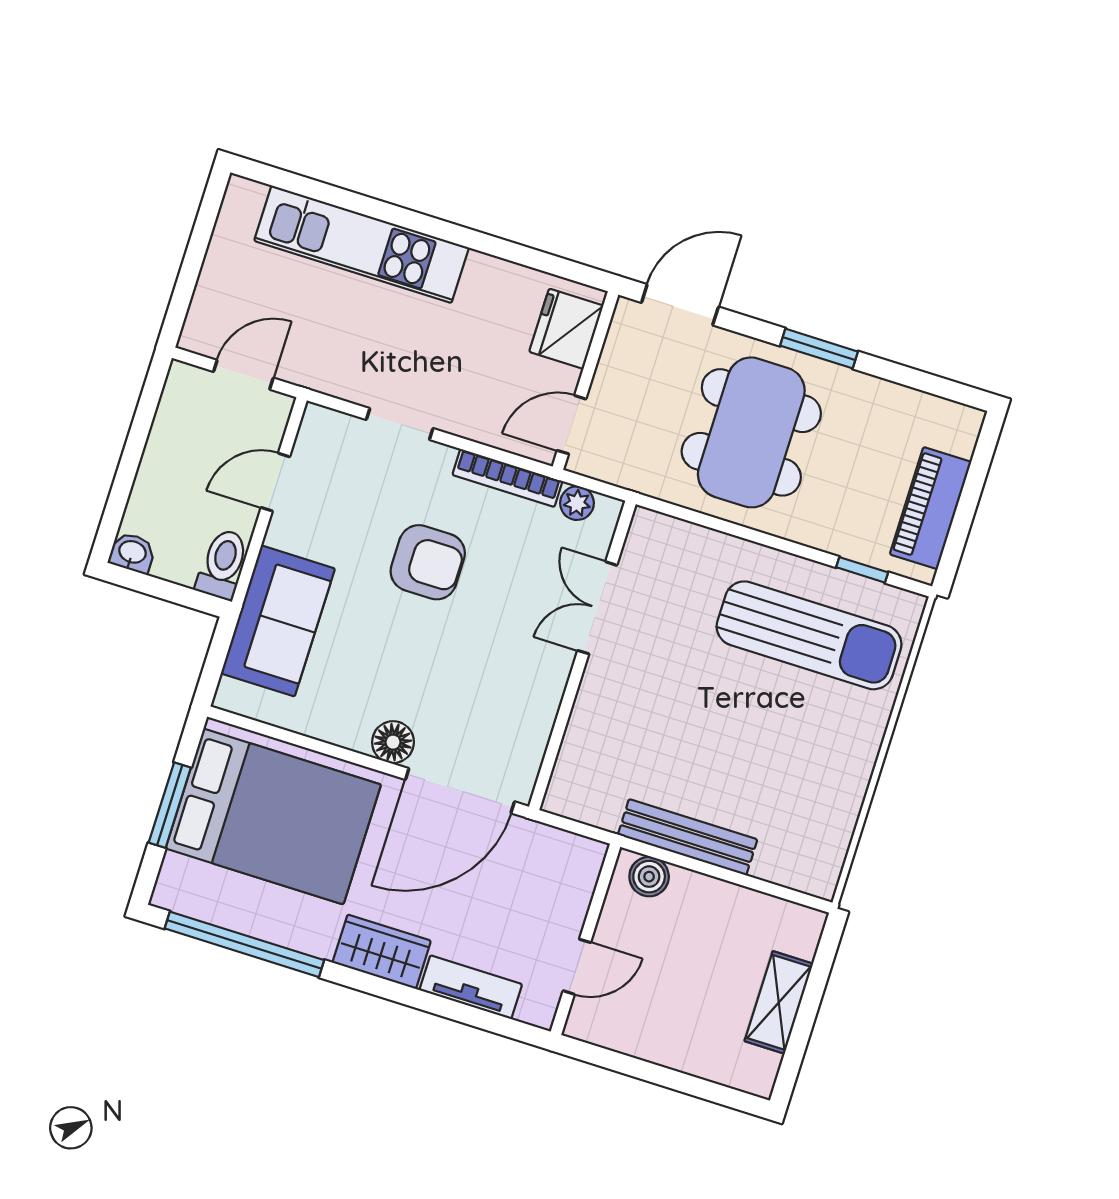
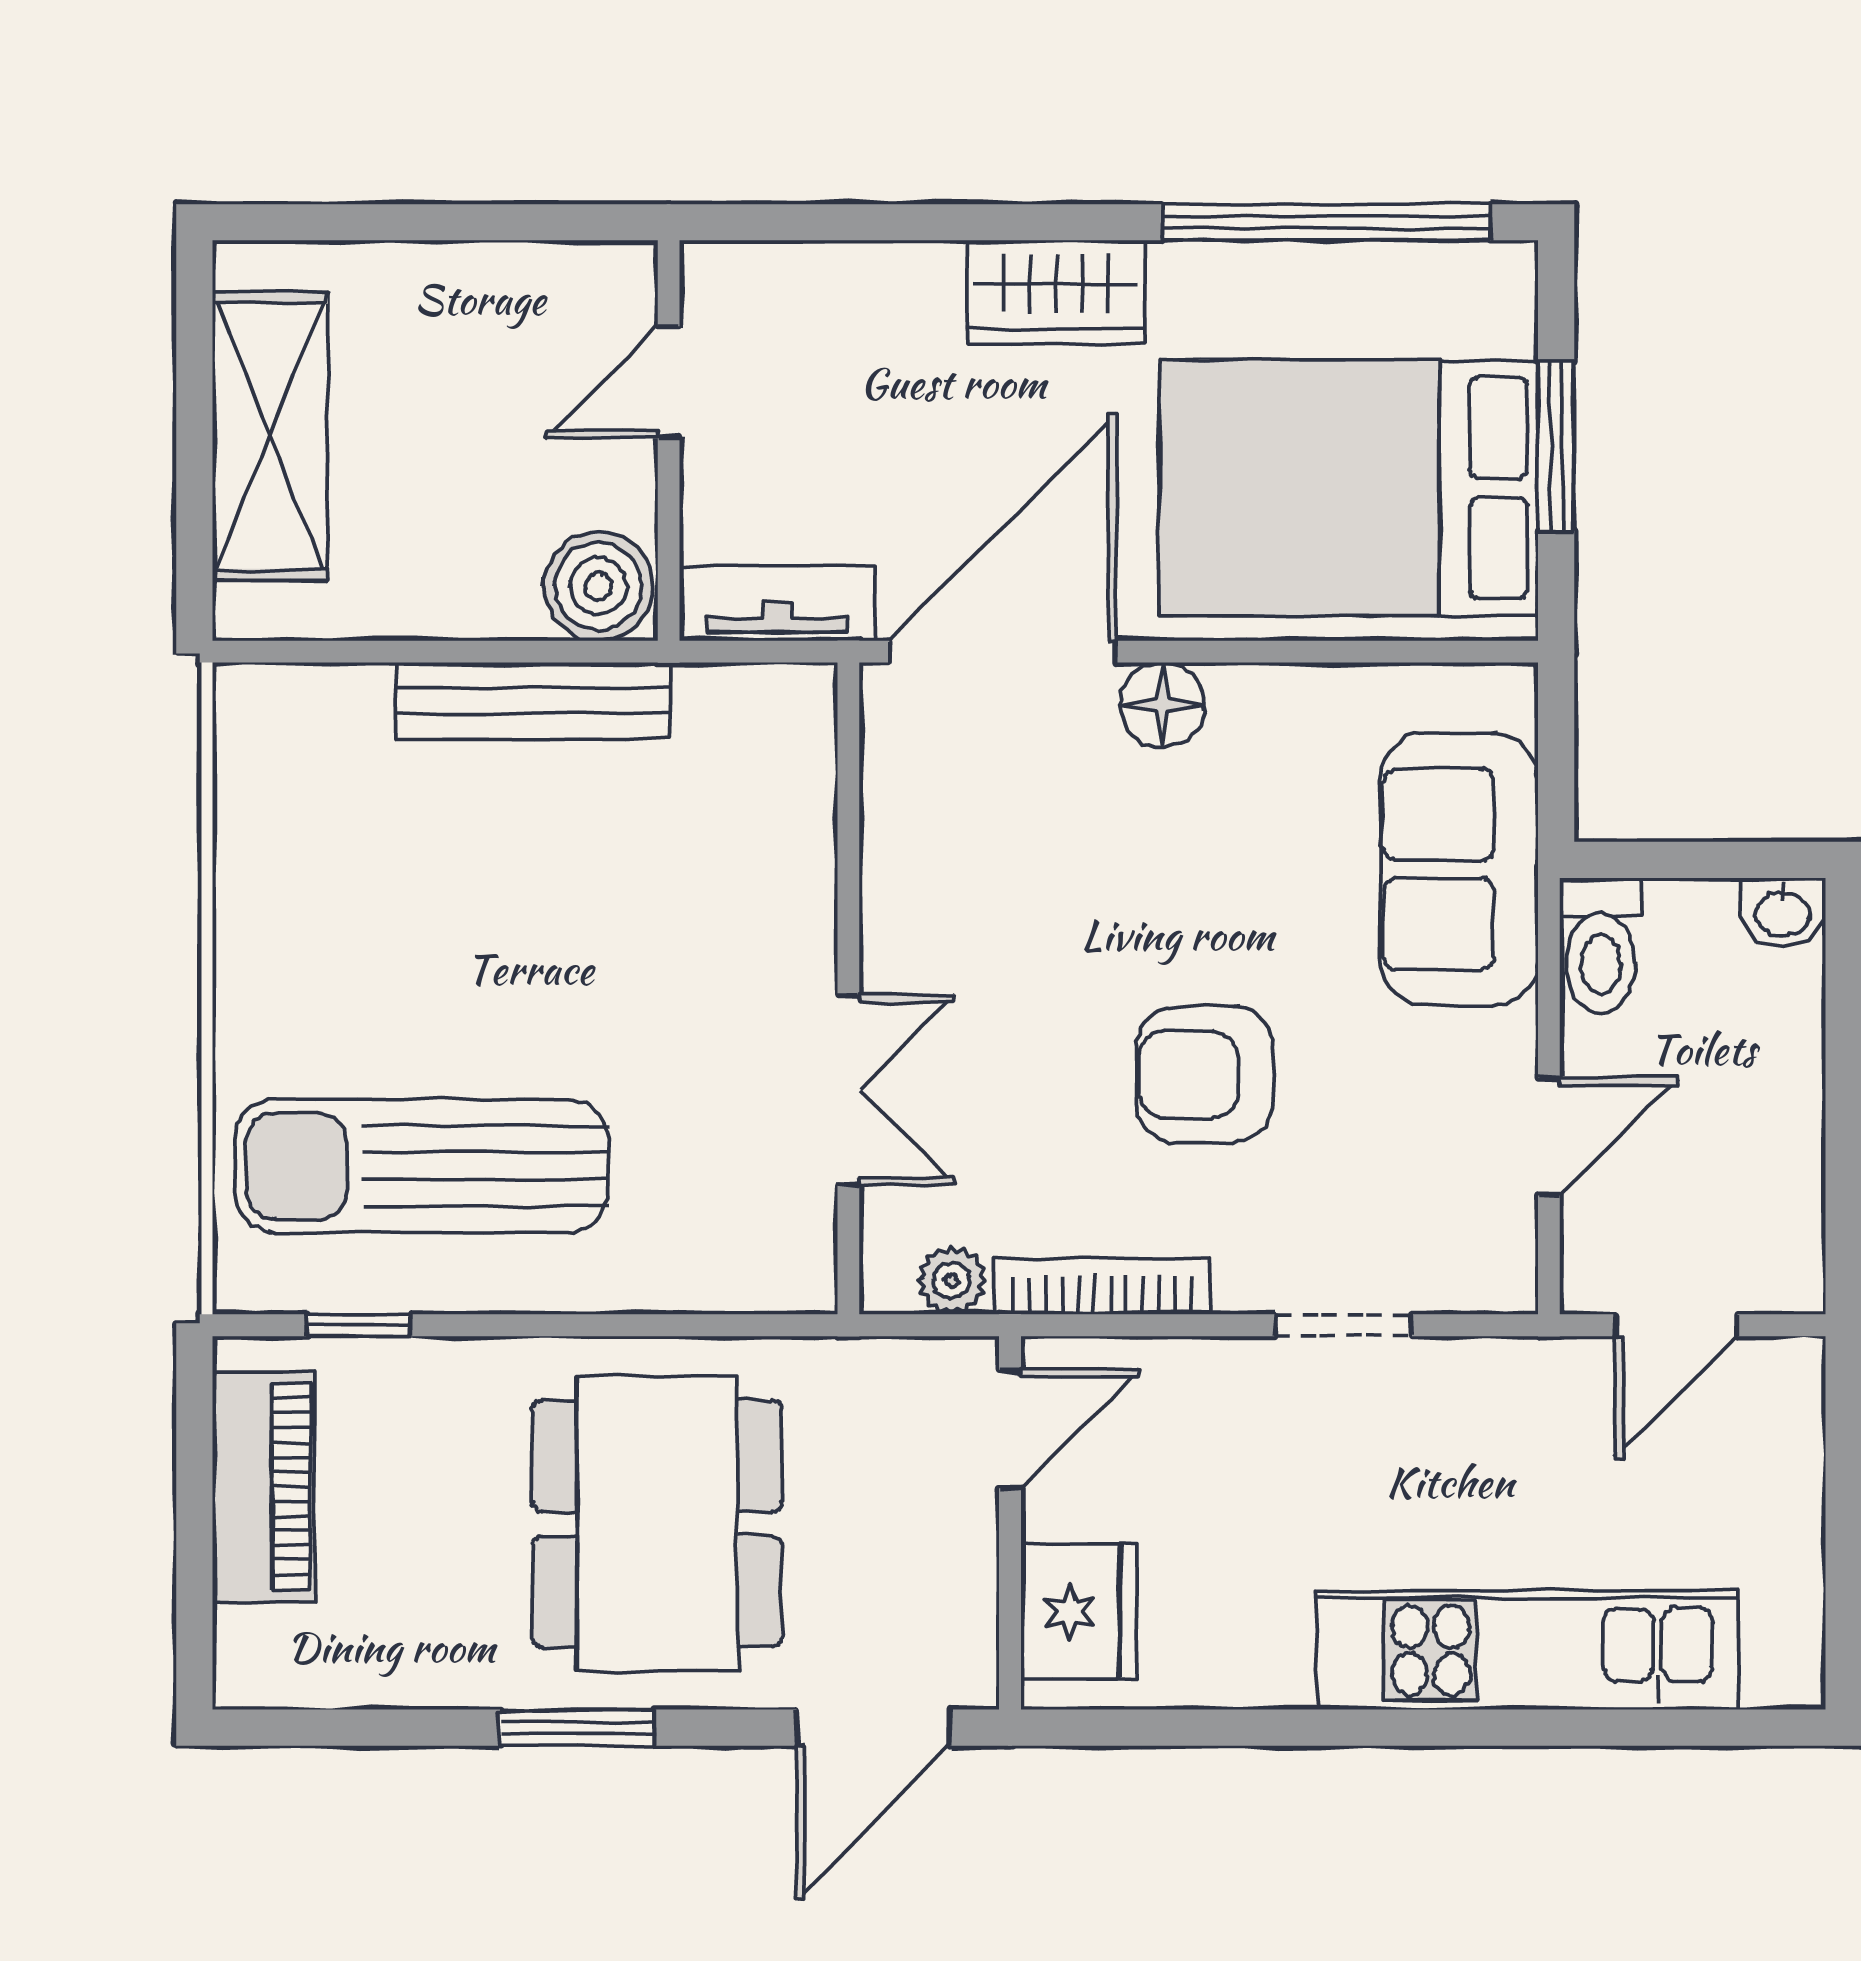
boiler: (649, 877) -> (598, 586), width x1.36, depth x1.36
tv unit: (471, 987) -> (777, 603), moved, turned 180
shelving: (779, 1002) -> (270, 436), width x1.50, depth x1.33

